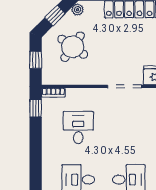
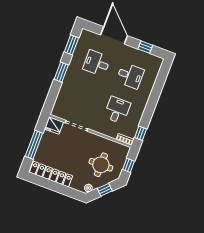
round table: (73, 47) -> (101, 165), turned -35
desk: (78, 128) -> (117, 110), turned 180

